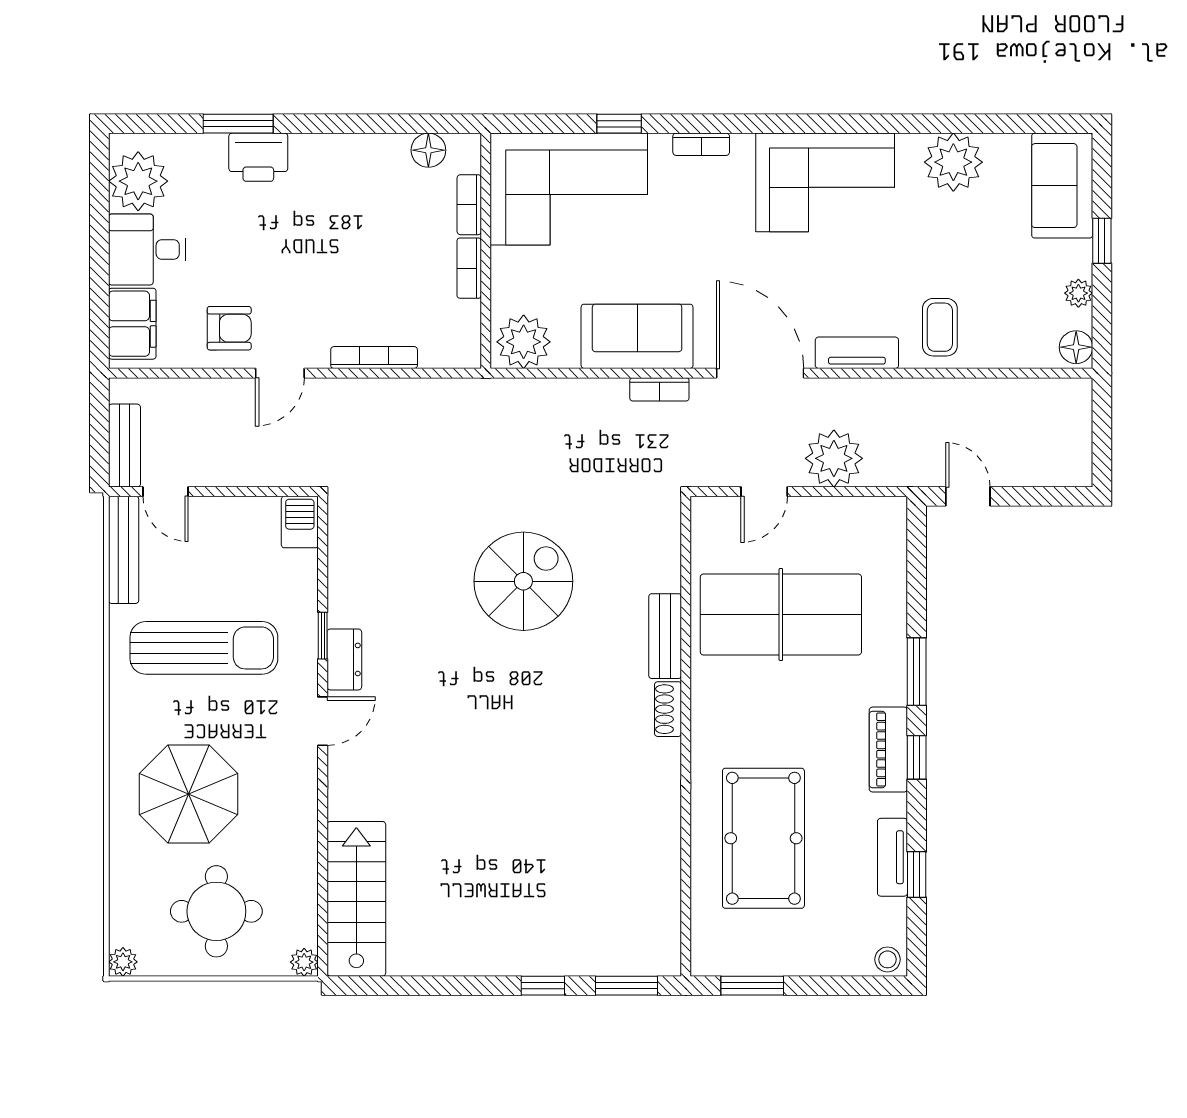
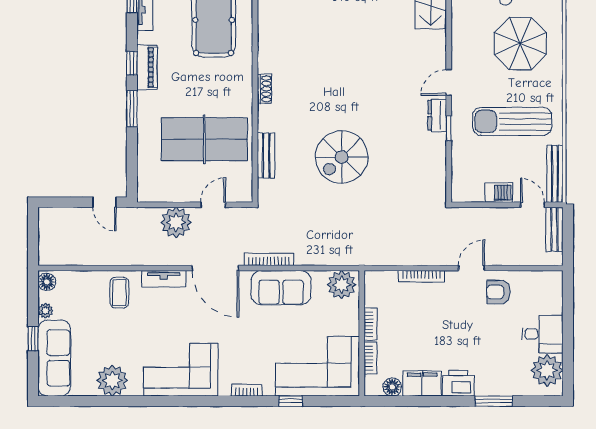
printer: (258, 157) -> (458, 383), moved
sofa: (1062, 186) -> (54, 358), width x1.36
filing cabinet: (132, 324) -> (422, 383), moved, turned 90
bookcase: (659, 389) -> (269, 259), width x1.56
barbecue: (300, 522) -> (499, 193), moved, turned -90
bench: (665, 636) -> (266, 156), moved

